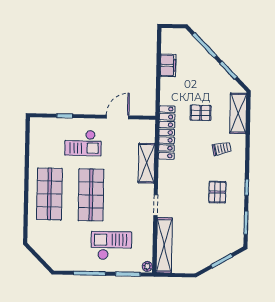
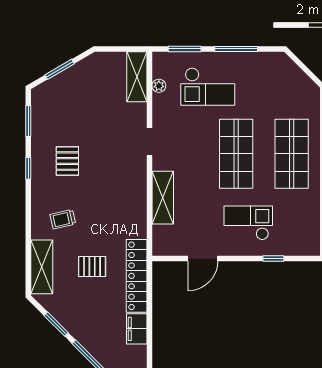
locker: (167, 132) -> (137, 276), moved
shelving: (164, 245) -> (137, 77), width x0.68
plant: (147, 266) -> (159, 86), moved

